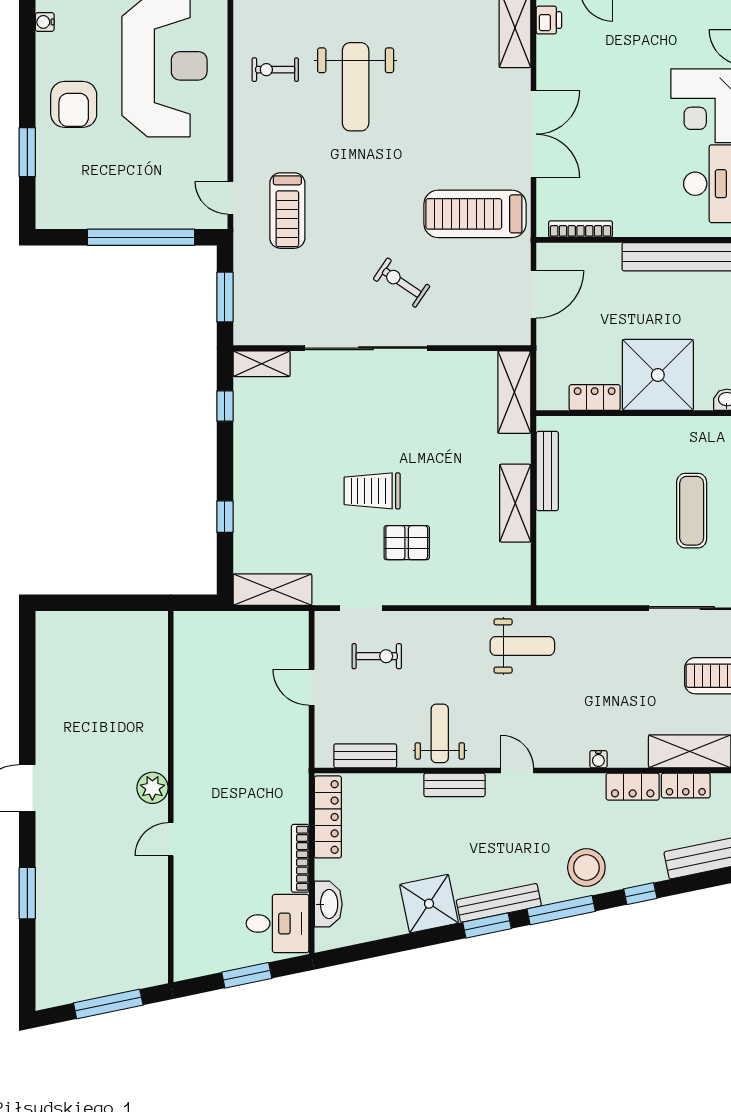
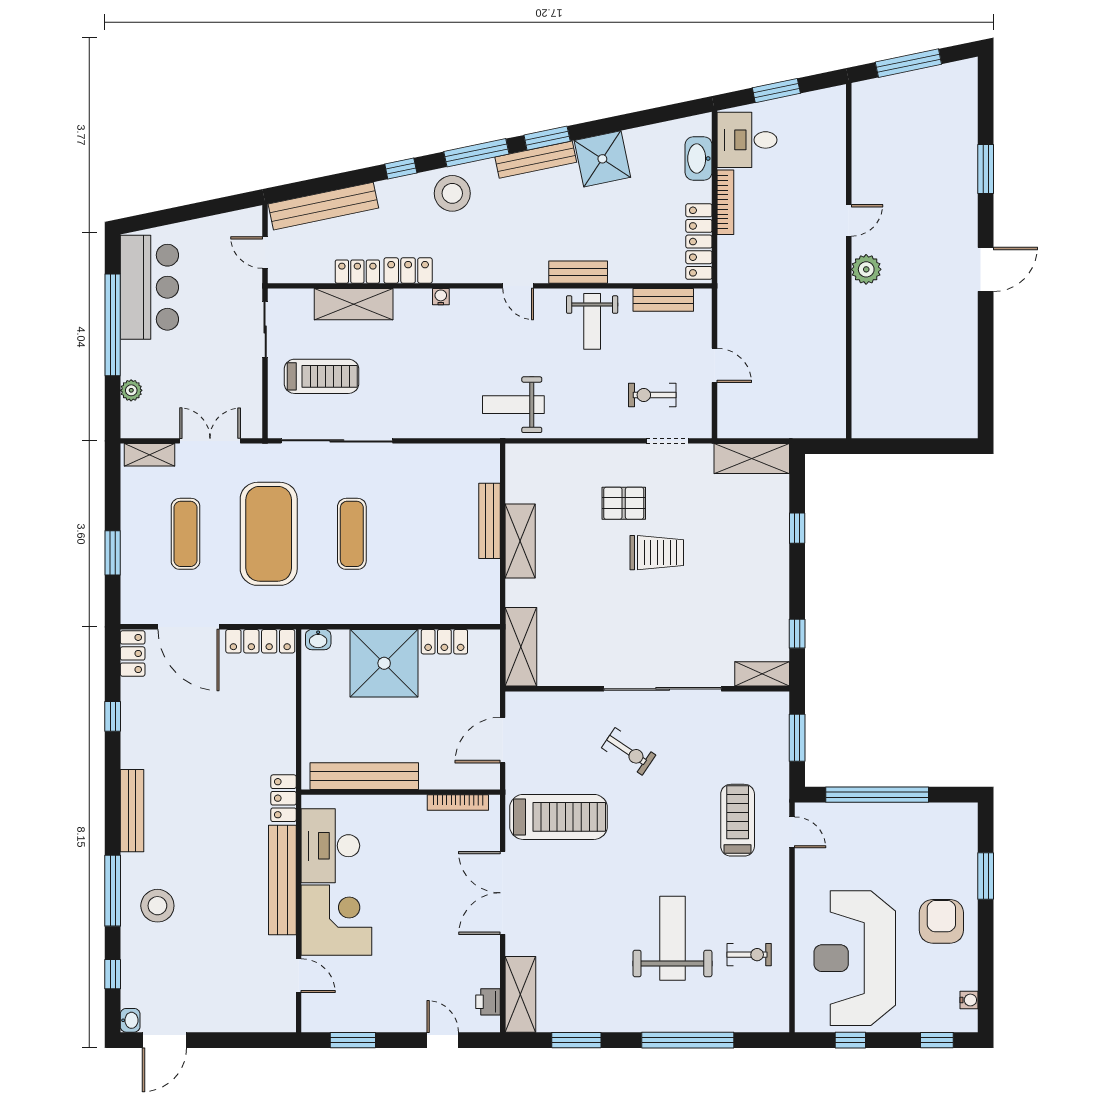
bench: (547, 471) -> (490, 521), moved

